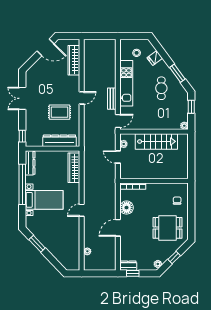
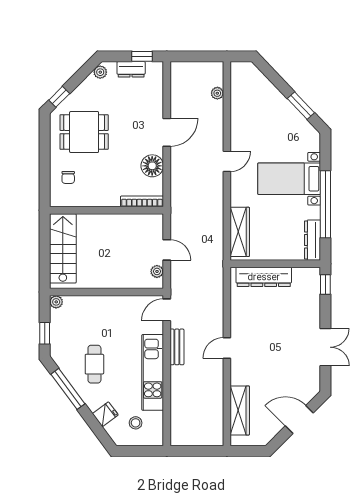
door: (46, 47) -> (299, 419), moved
window: (177, 73) -> (68, 389), width x1.44
rug: (59, 112) -> (264, 324), removed
stairs: (156, 141) -> (63, 248), moved, turned 90
window: (174, 257) -> (59, 97), moved
dresser: (128, 266) -> (131, 69), moved

